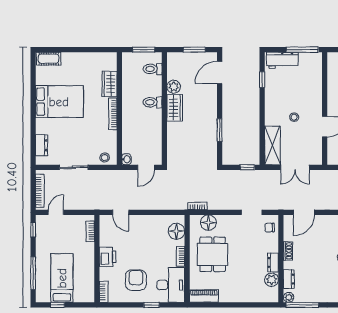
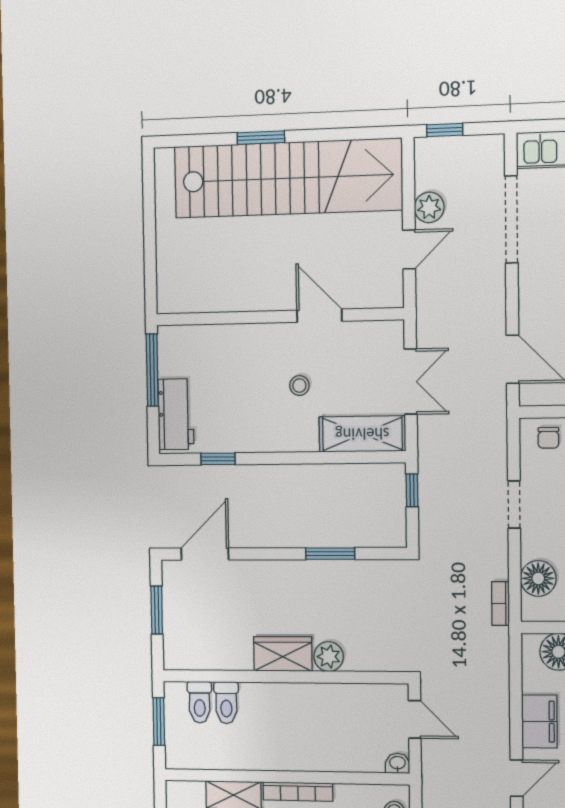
door: (220, 73) -> (205, 554), swing flipped
plant: (174, 87) -> (329, 657), moved
toilet: (153, 102) -> (226, 703), moved
doorway: (252, 212) -> (514, 504), moved
filing cabinet: (146, 223) -> (539, 721), added

